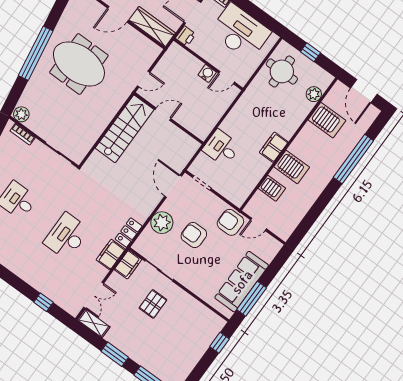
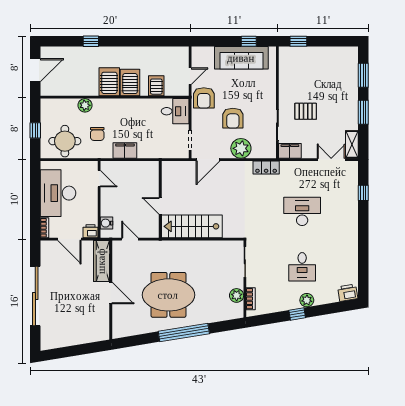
meeting table: (79, 64) -> (168, 295), turned 90
water cooler: (207, 73) -> (106, 223), moved
door: (144, 79) -> (130, 239), moved
plant: (314, 94) -> (85, 105), moved
chair: (267, 105) -> (97, 134), added
plant: (21, 114) -> (237, 295), moved
server rack: (327, 120) -> (109, 82), moved
filing cabinet: (274, 147) -> (125, 150), moved, turned 180
desk: (221, 148) -> (175, 111), moved, turned -90
window: (353, 159) -> (91, 41), width x0.32
door: (258, 224) -> (190, 76), hinge flipped
desk: (67, 236) -> (302, 211), turned 180
filing cabinet: (111, 255) -> (292, 169), removed
window: (252, 299) -> (249, 41), width x0.46

